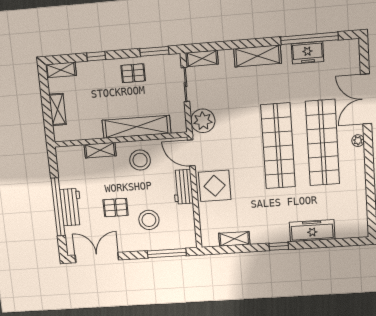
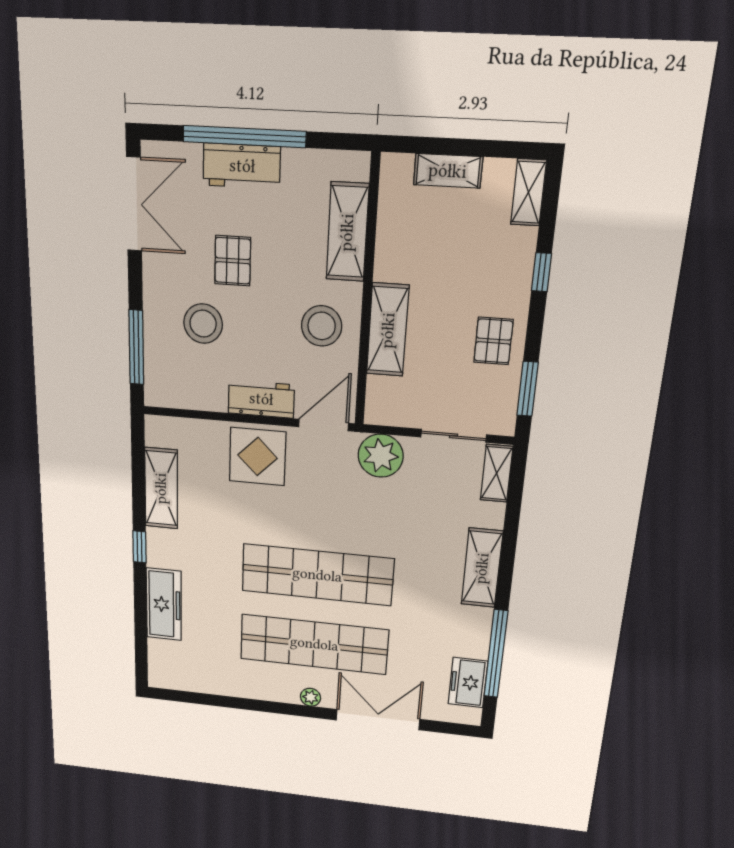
freezer: (307, 53) -> (468, 683), moved
shelving: (136, 127) -> (388, 330), width x0.68
shelving: (100, 150) -> (347, 232), width x1.50, depth x1.33
shelving: (234, 239) -> (161, 488), width x1.50, depth x1.33

